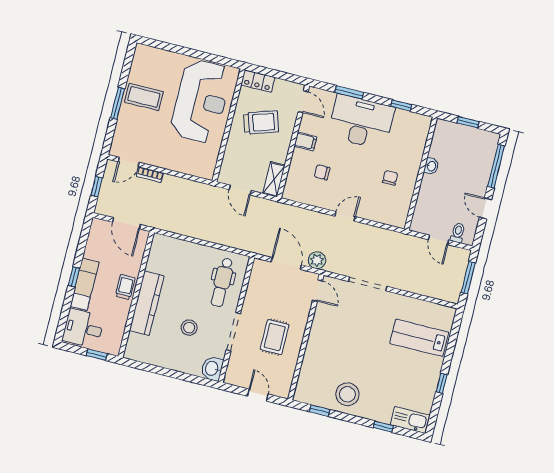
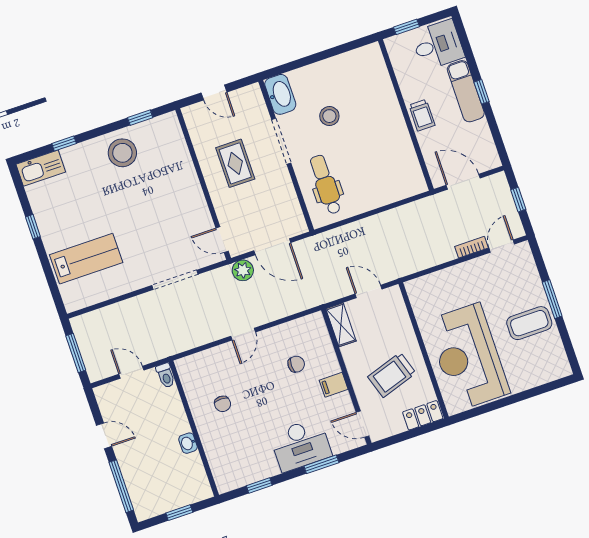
desk: (361, 122) -> (301, 445), width x0.73, depth x0.77
toilet: (458, 233) -> (166, 375), moved
kitchen counter: (147, 303) -> (389, 113), removed
washbasin: (212, 369) -> (280, 94), width x1.38

